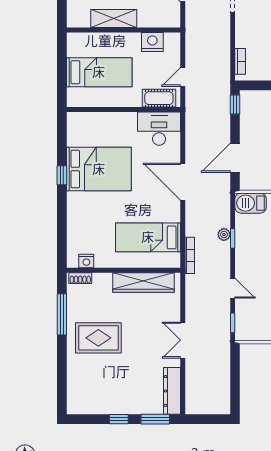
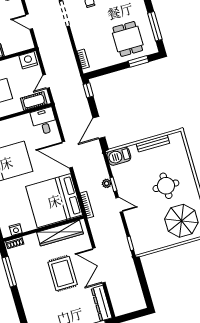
nightstand: (152, 42) -> (28, 60), moved
desk: (159, 129) -> (44, 121), width x0.73
bed: (148, 237) -> (54, 201), width x2.04
door: (233, 288) -> (119, 205), moved
rug: (98, 338) -> (63, 273), moved, turned 90
double door: (183, 340) -> (99, 265), width x1.37

